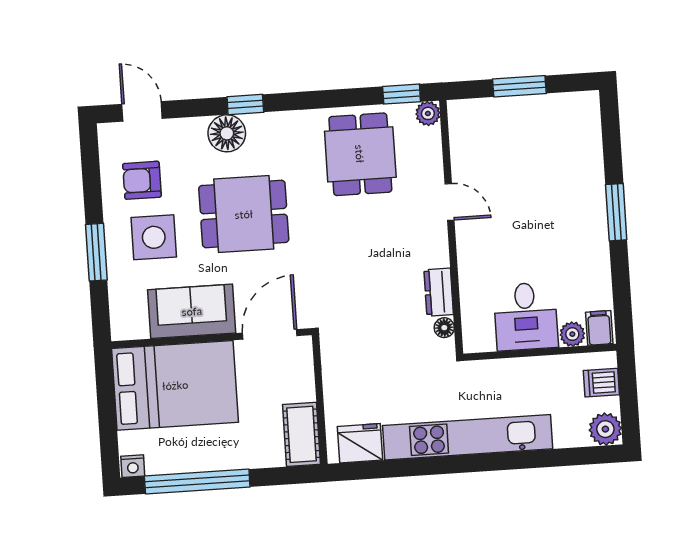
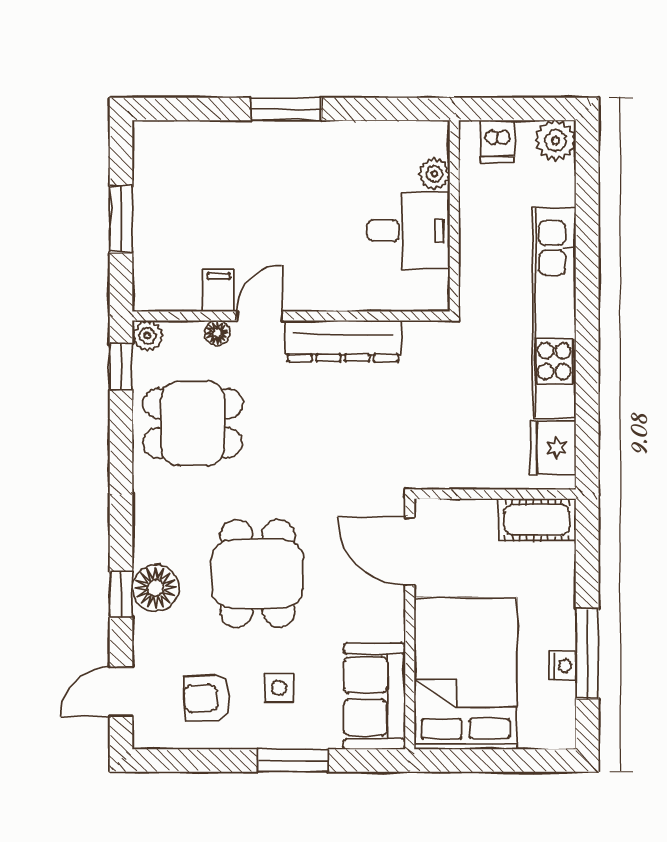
window: (245, 104) -> (121, 594), moved
armchair: (142, 180) -> (207, 698), turned 86
side table: (154, 237) -> (279, 688), width x0.54, depth x0.54
dresser: (439, 292) -> (343, 341), width x1.96, depth x1.24
sofa: (192, 311) -> (375, 696), moved
floor lamp: (444, 328) -> (217, 333), moved
filing cabinet: (599, 328) -> (219, 291), moved, turned 90
nightstand: (133, 466) -> (563, 666), moved
window: (197, 481) -> (587, 654), width x0.68

